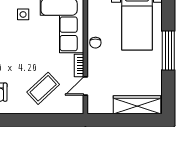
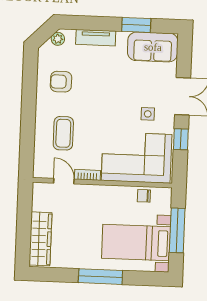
chair: (95, 43) -> (144, 196), moved
coffee table: (43, 88) -> (63, 133), turned 43

